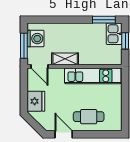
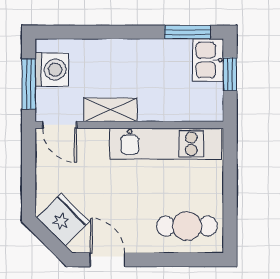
fridge: (36, 101) -> (63, 220), moved, turned -45
cafe table: (89, 117) -> (187, 226), moved

